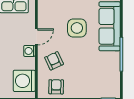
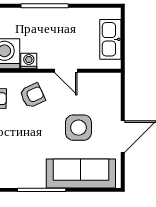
washing machine: (29, 51) -> (29, 61), moved

